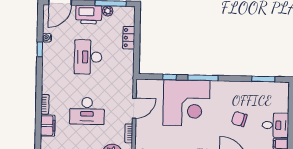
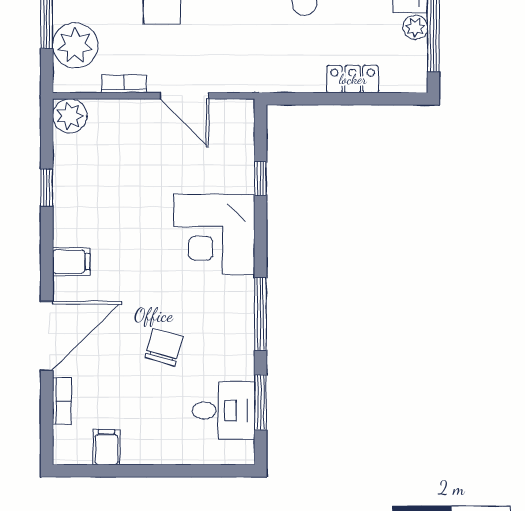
window: (203, 78) -> (261, 314), moved
corner desk: (186, 103) -> (214, 235), width x0.74, depth x0.74
desk: (275, 125) -> (223, 410), moved, turned -90

